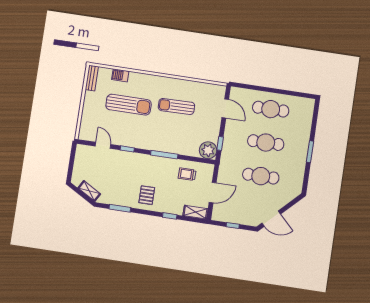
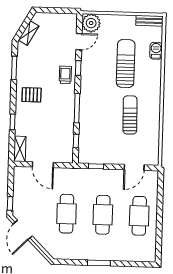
sun lounger: (129, 105) -> (126, 64), turned 180
plant: (208, 150) -> (91, 23), moved
window: (194, 159) -> (76, 141), added
trolley: (187, 174) -> (65, 75), moved
window: (233, 225) -> (10, 203), moved

